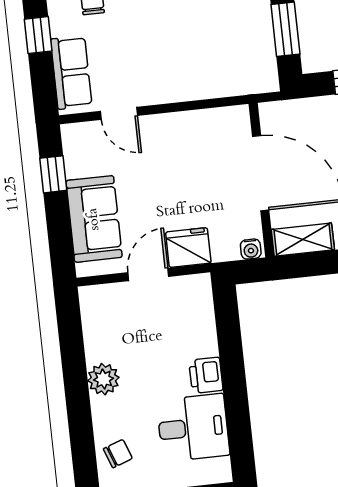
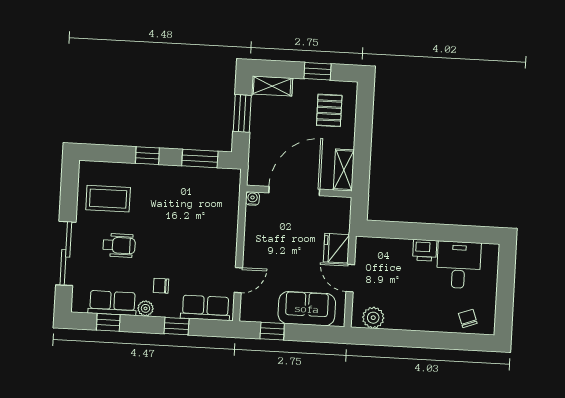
water cooler: (251, 249) -> (252, 199), moved, turned -90
plant: (103, 379) -> (373, 318), moved

